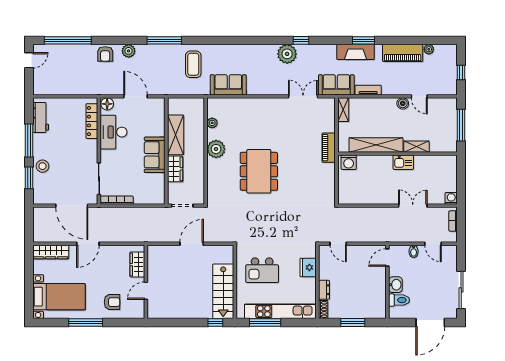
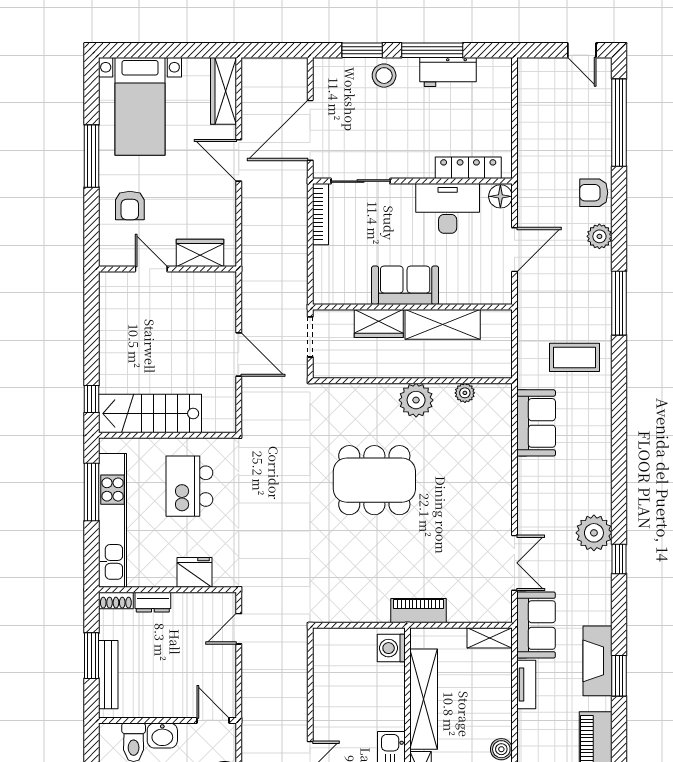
workbench: (41, 117) -> (448, 72), moved
bench: (363, 314) -> (108, 675), added

